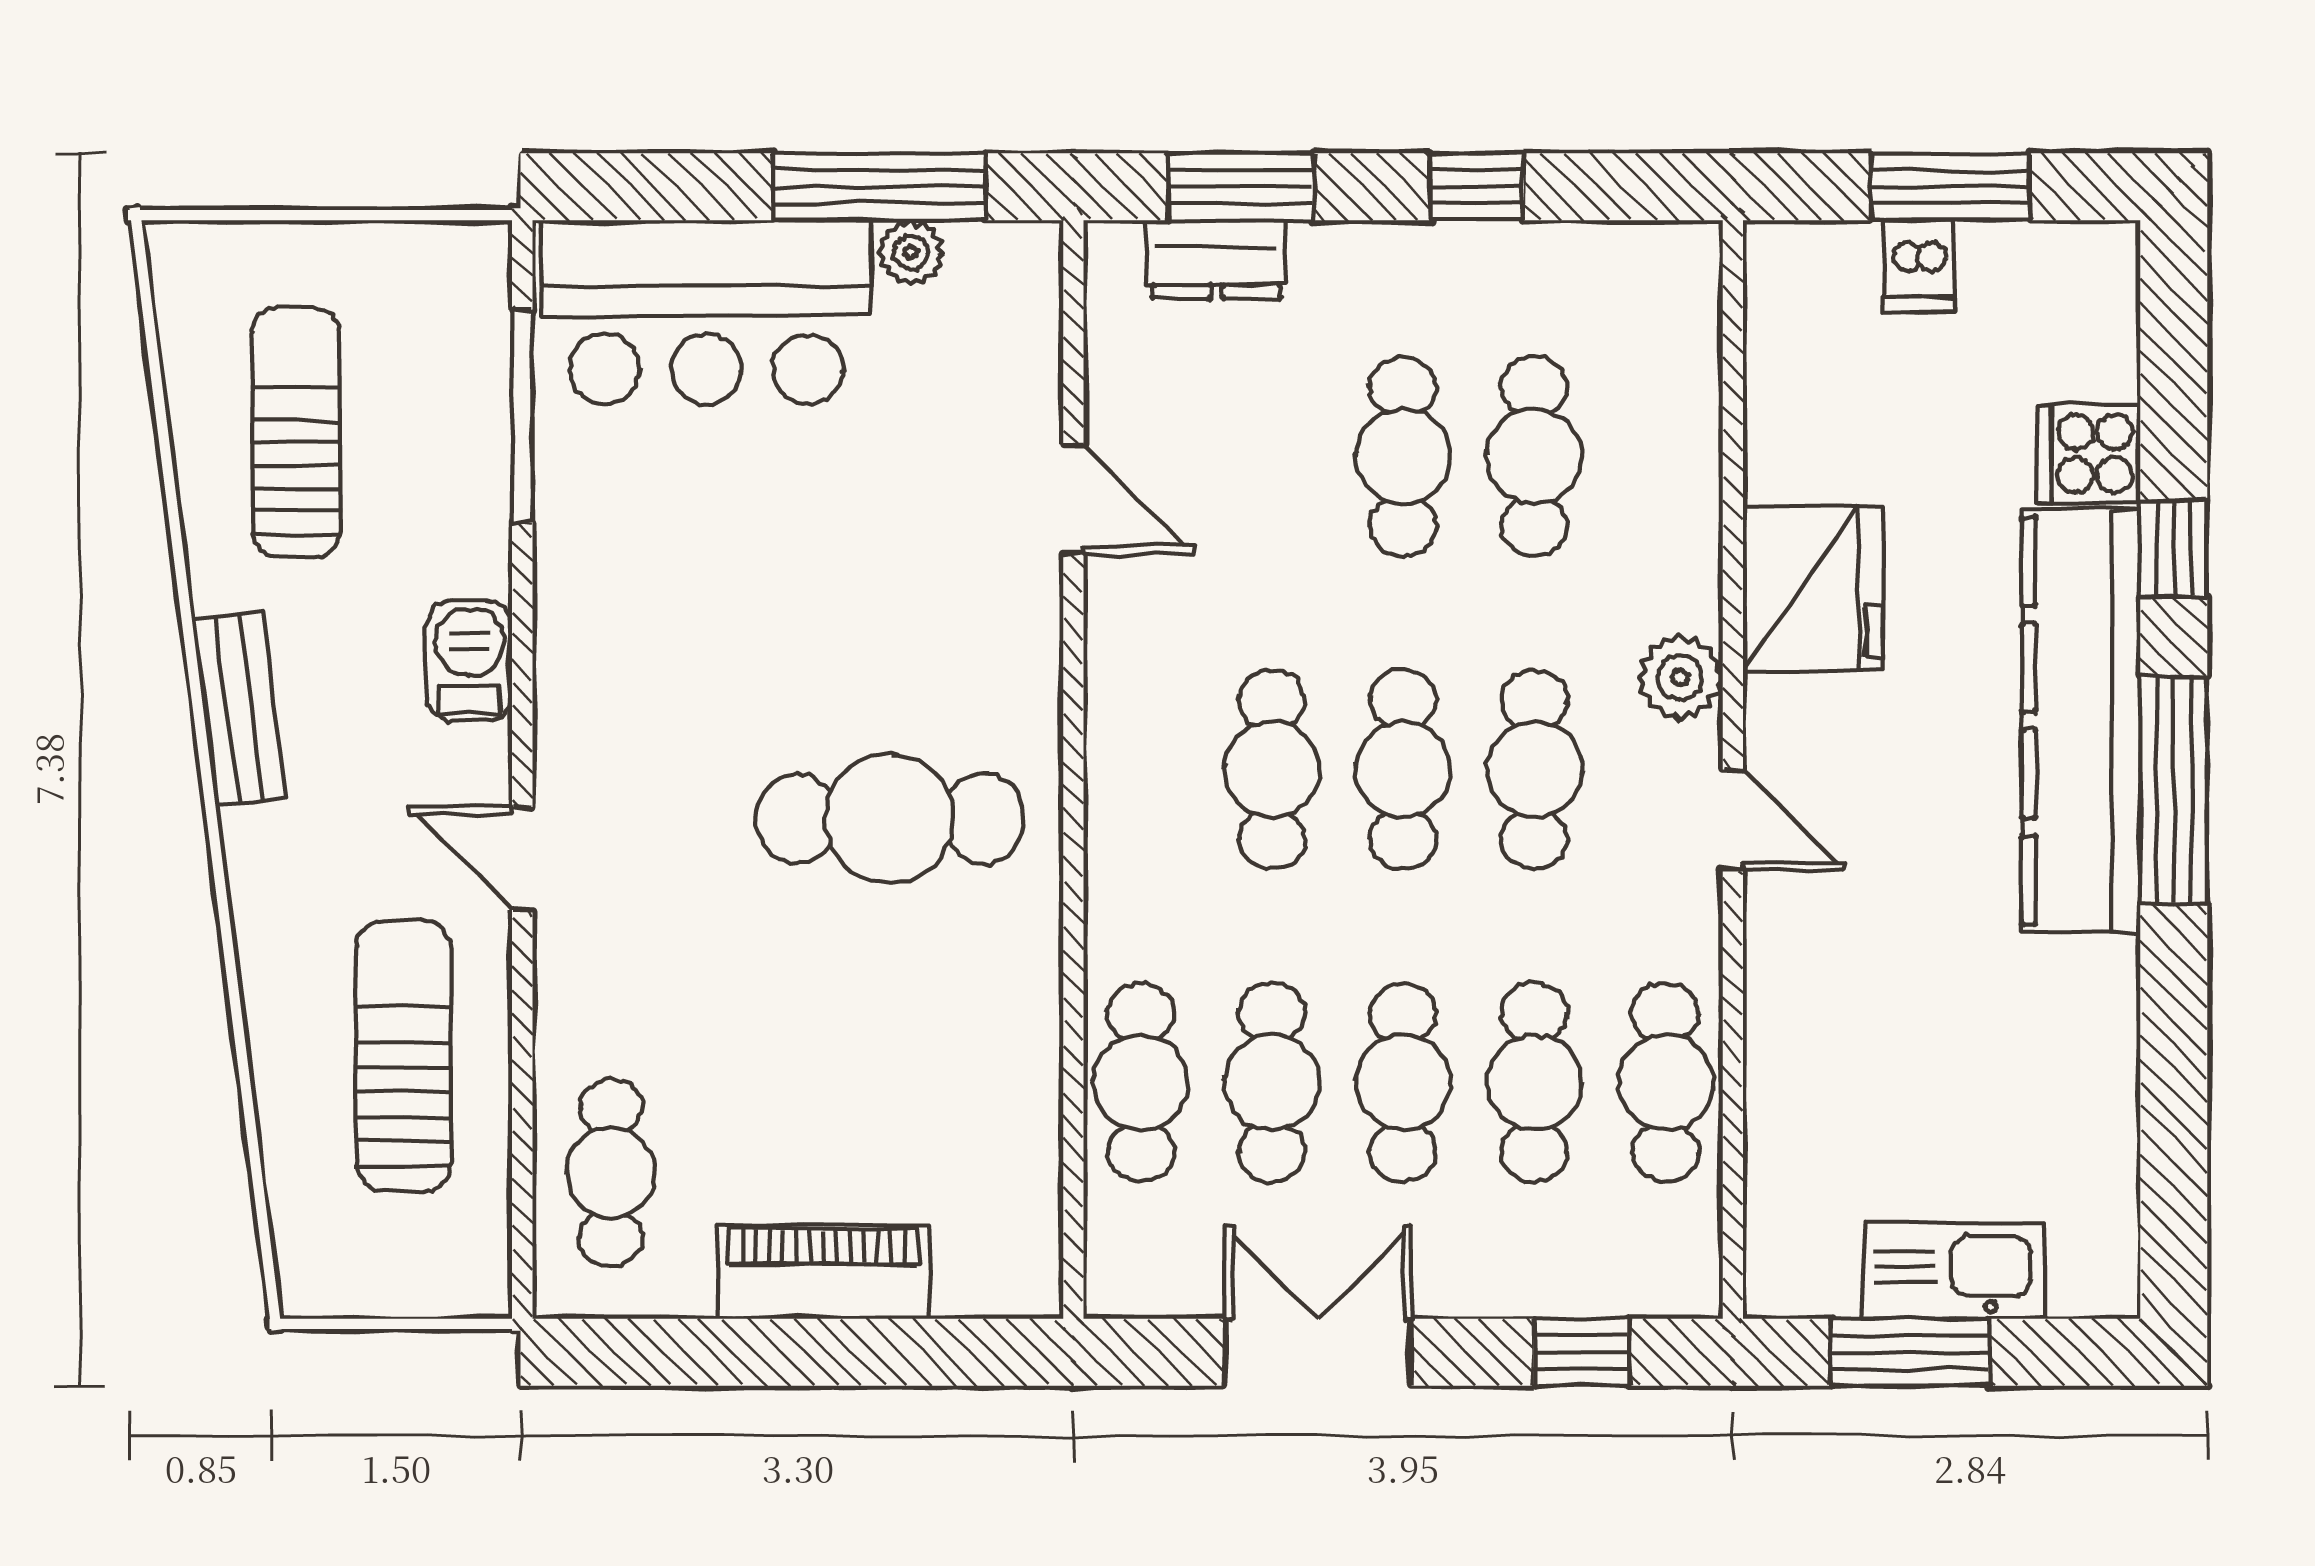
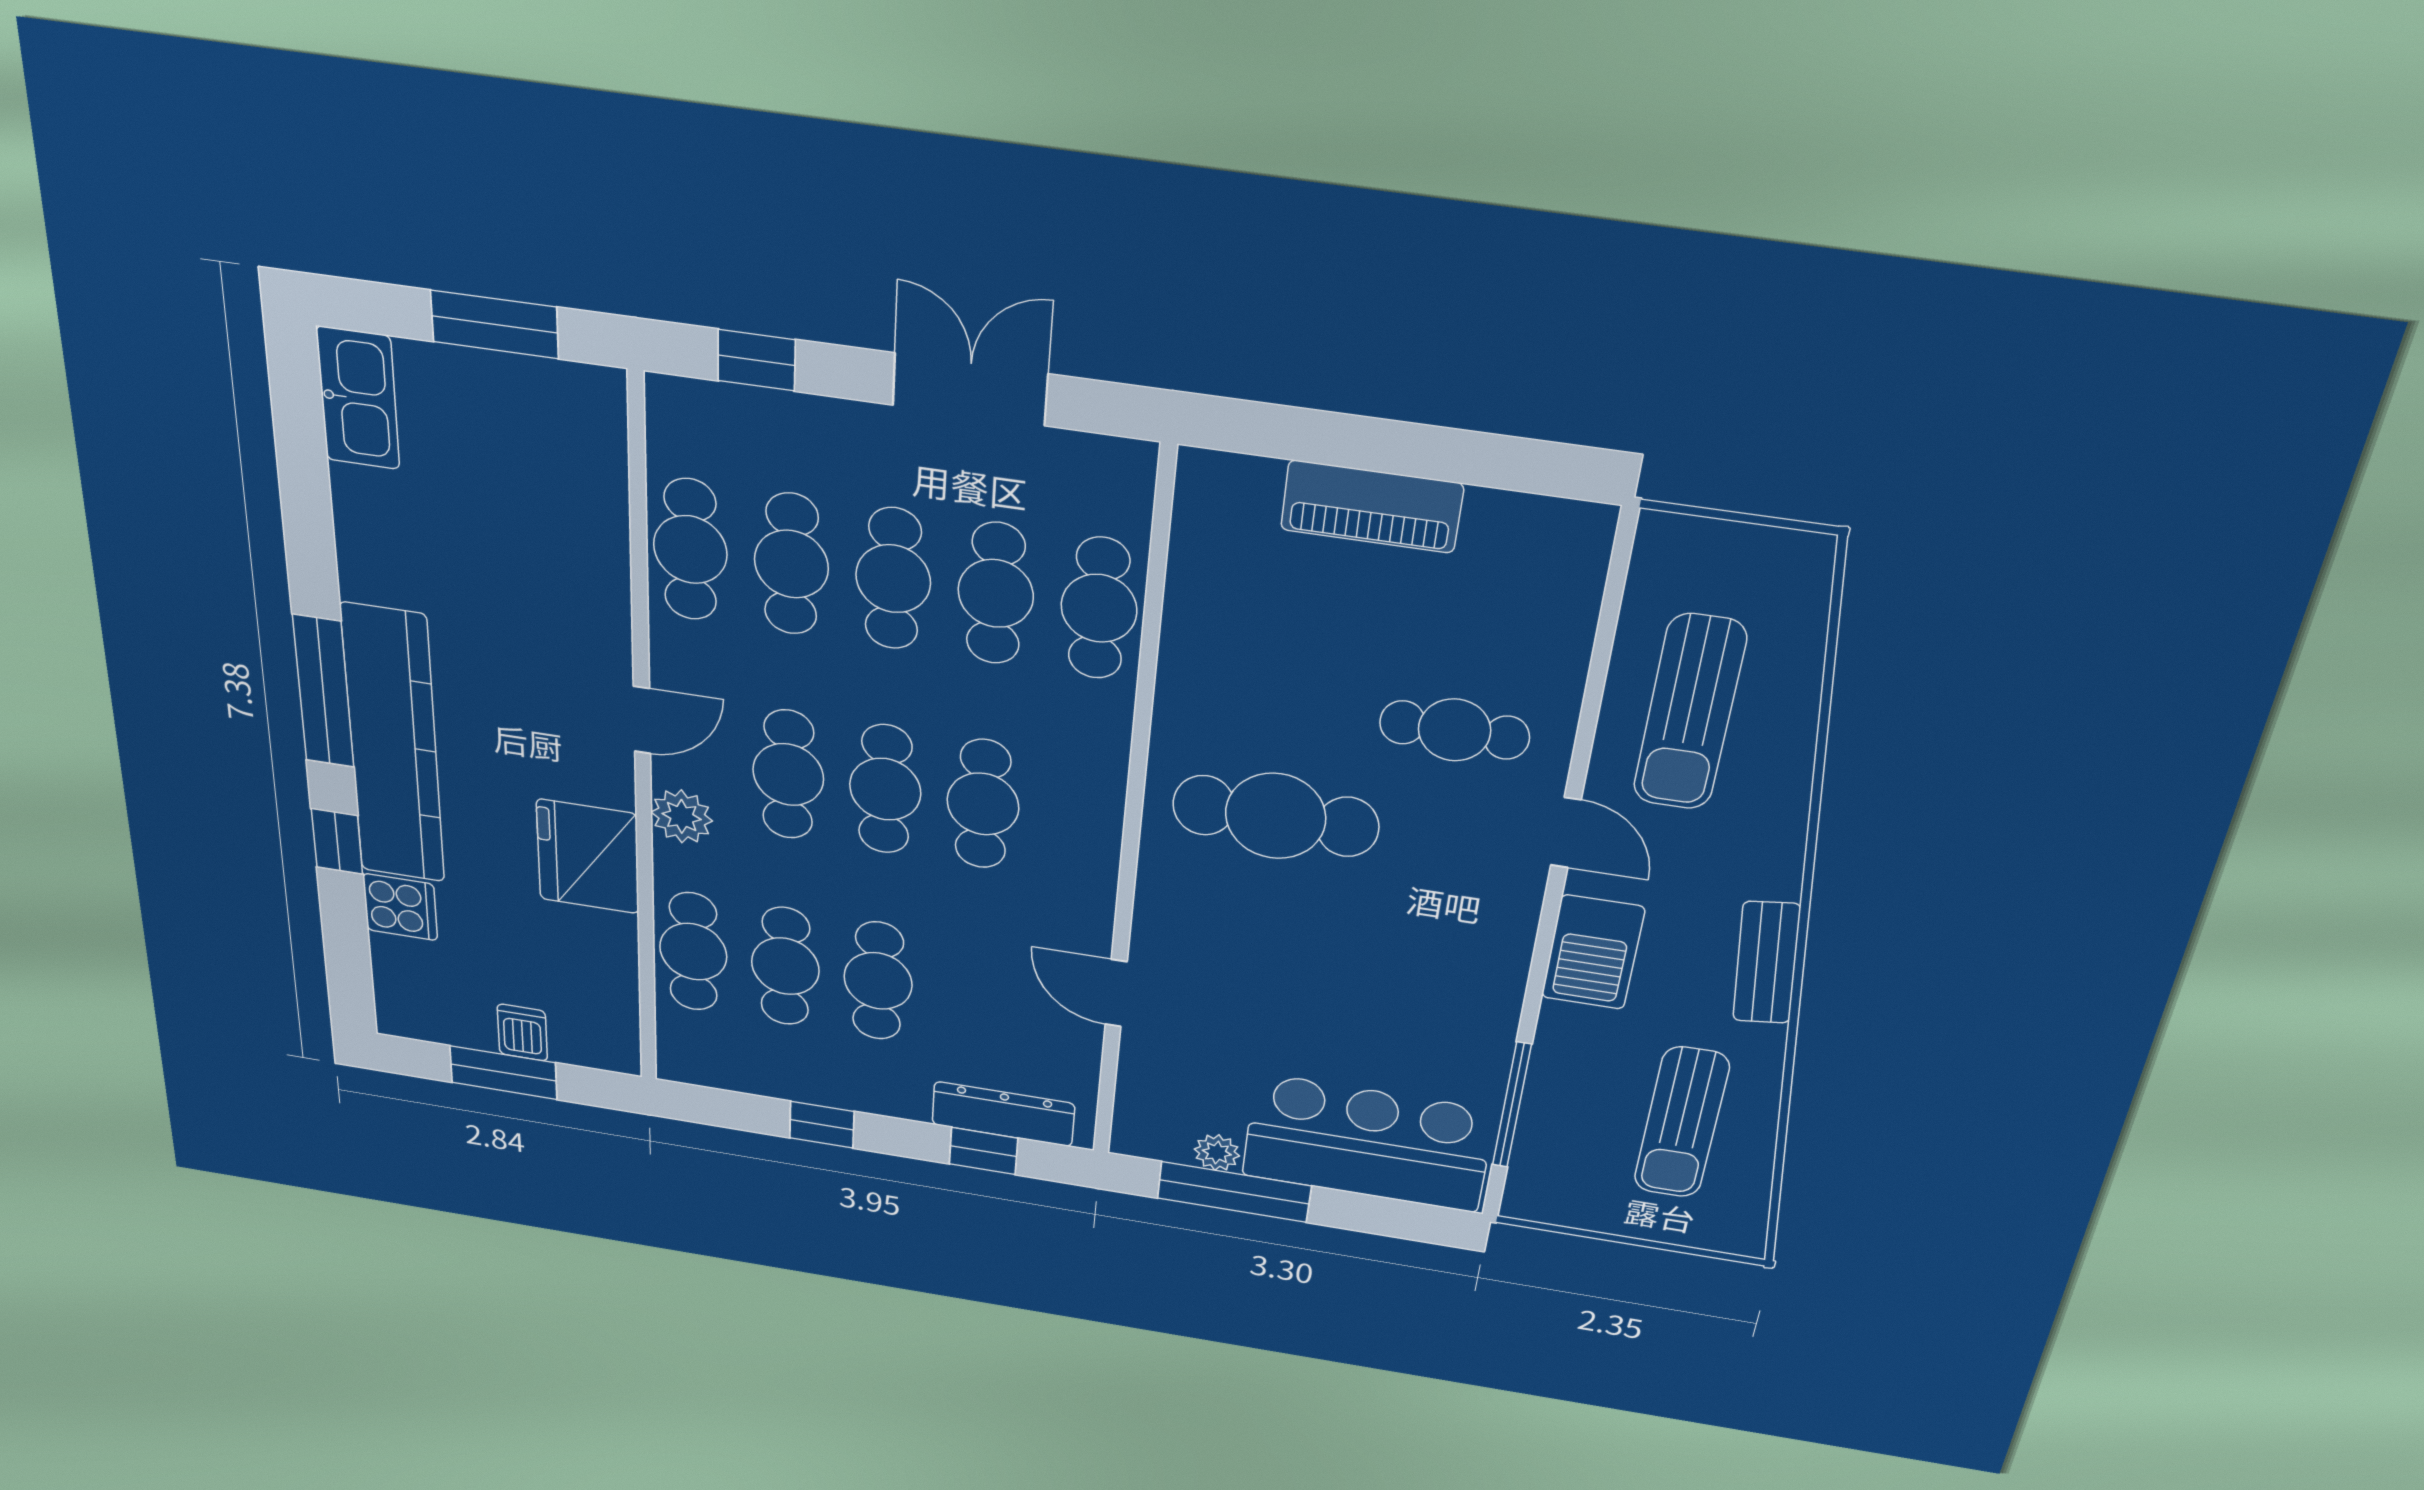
window: (1241, 187) -> (983, 1151), width x0.67
dresser: (1216, 259) -> (1003, 1114), width x1.44
cafe table: (1665, 456) -> (693, 952), added
barbecue: (470, 661) -> (1593, 952), width x1.38, depth x1.27
door: (1733, 820) -> (642, 720), swing flipped
cafe table: (611, 1173) -> (1454, 730), moved, turned 90
kitchen sink: (1955, 1271) -> (358, 398), moved, turned -90
double door: (1318, 1352) -> (970, 389), swing flipped

